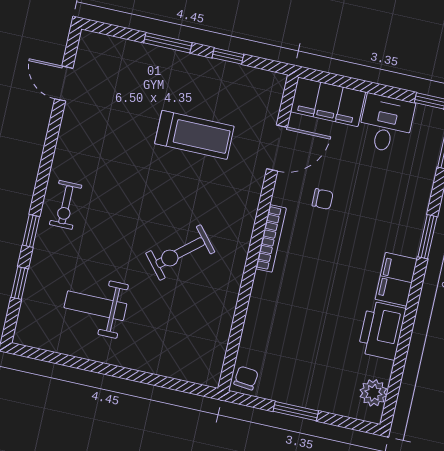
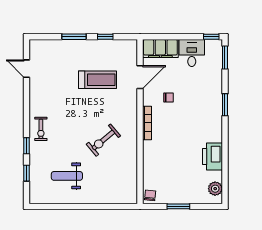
filing cabinet: (396, 279) -> (214, 130), removed

